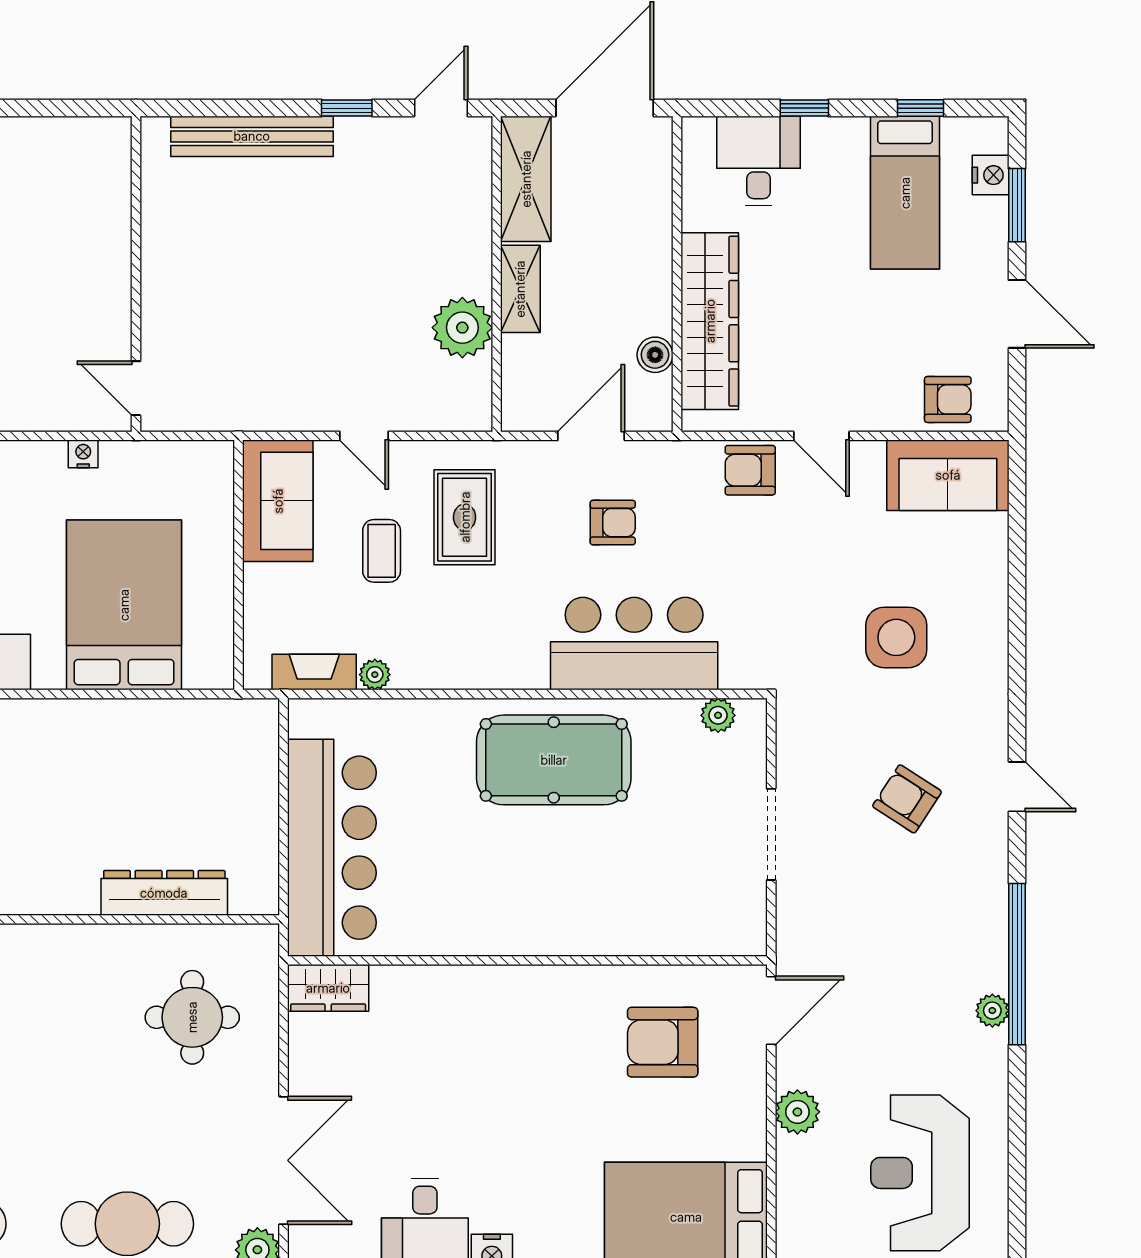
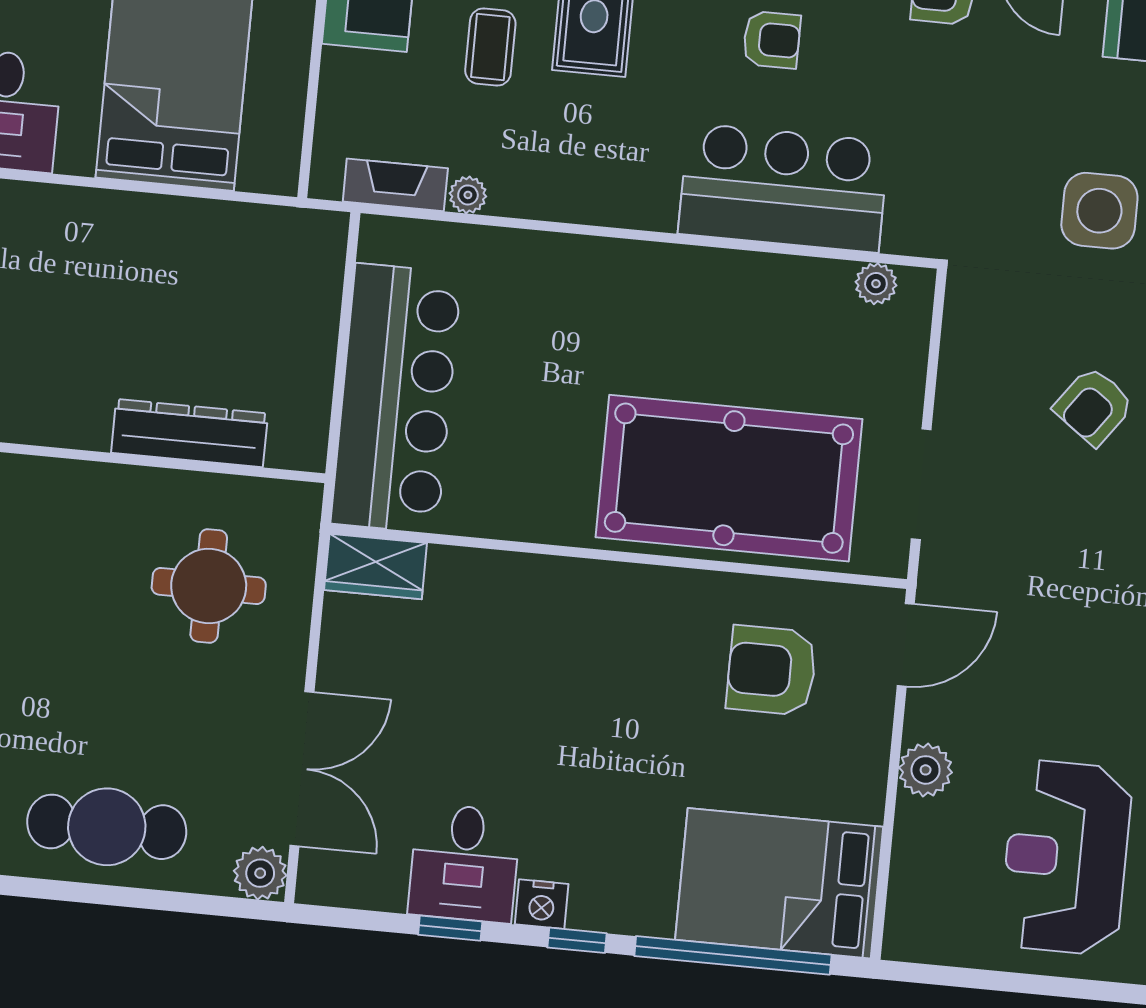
pool table: (554, 760) -> (729, 478), moved, width x1.36, depth x1.32
armchair: (907, 799) -> (1094, 406), turned -87
doorway: (771, 834) -> (921, 484), moved

